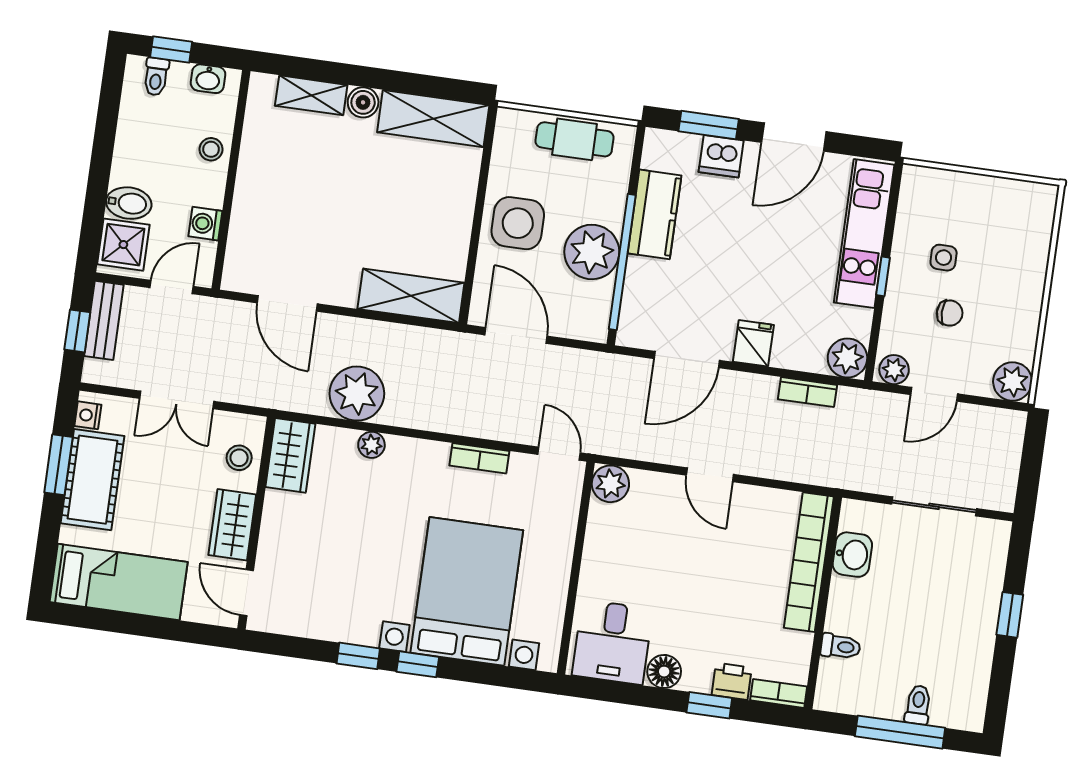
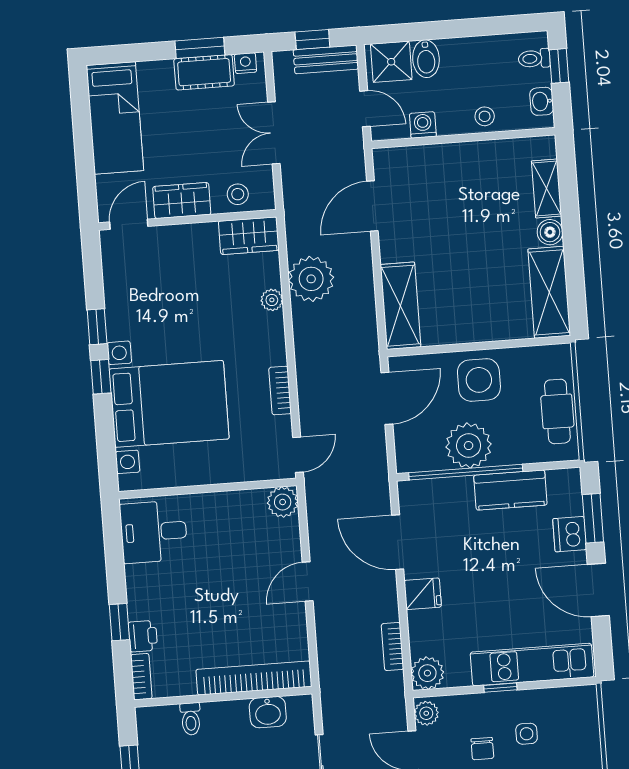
cot: (93, 480) -> (204, 72), width x0.73, depth x0.75
floor lamp: (664, 672) -> (139, 579), removed

